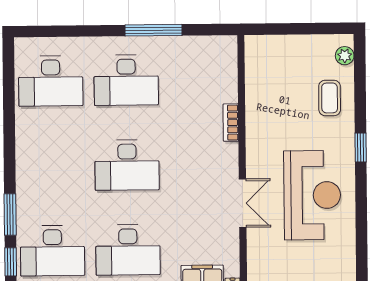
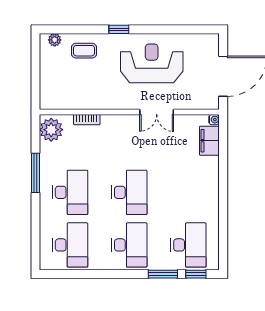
plant: (216, 52) -> (51, 130), added
bookcase: (231, 123) -> (87, 120), moved
double door: (243, 203) -> (157, 112), swing flipped
desk: (128, 250) -> (129, 245), moved

